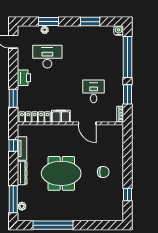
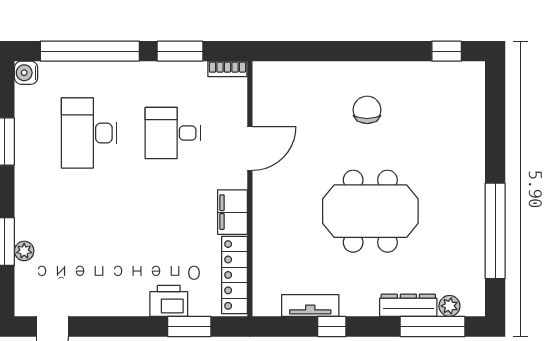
desk: (47, 57) -> (89, 133), moved
printer: (24, 78) -> (169, 301), moved
window: (13, 145) -> (332, 327), moved
dresser: (22, 173) -> (408, 305), moved
meeting table: (61, 173) -> (370, 211), turned 90
window: (128, 194) -> (447, 51), moved

